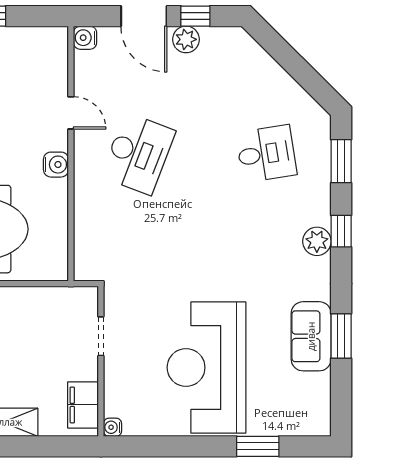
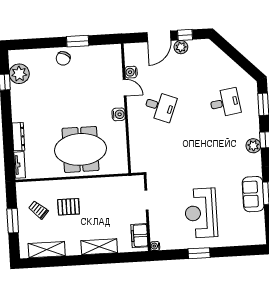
door: (144, 16) -> (159, 36), hinge flipped
water cooler: (85, 38) -> (131, 72), moved
desk: (138, 154) -> (160, 106), width x0.73
reception desk: (207, 367) -> (201, 213), width x0.74, depth x0.77
window: (258, 446) -> (199, 253), moved

